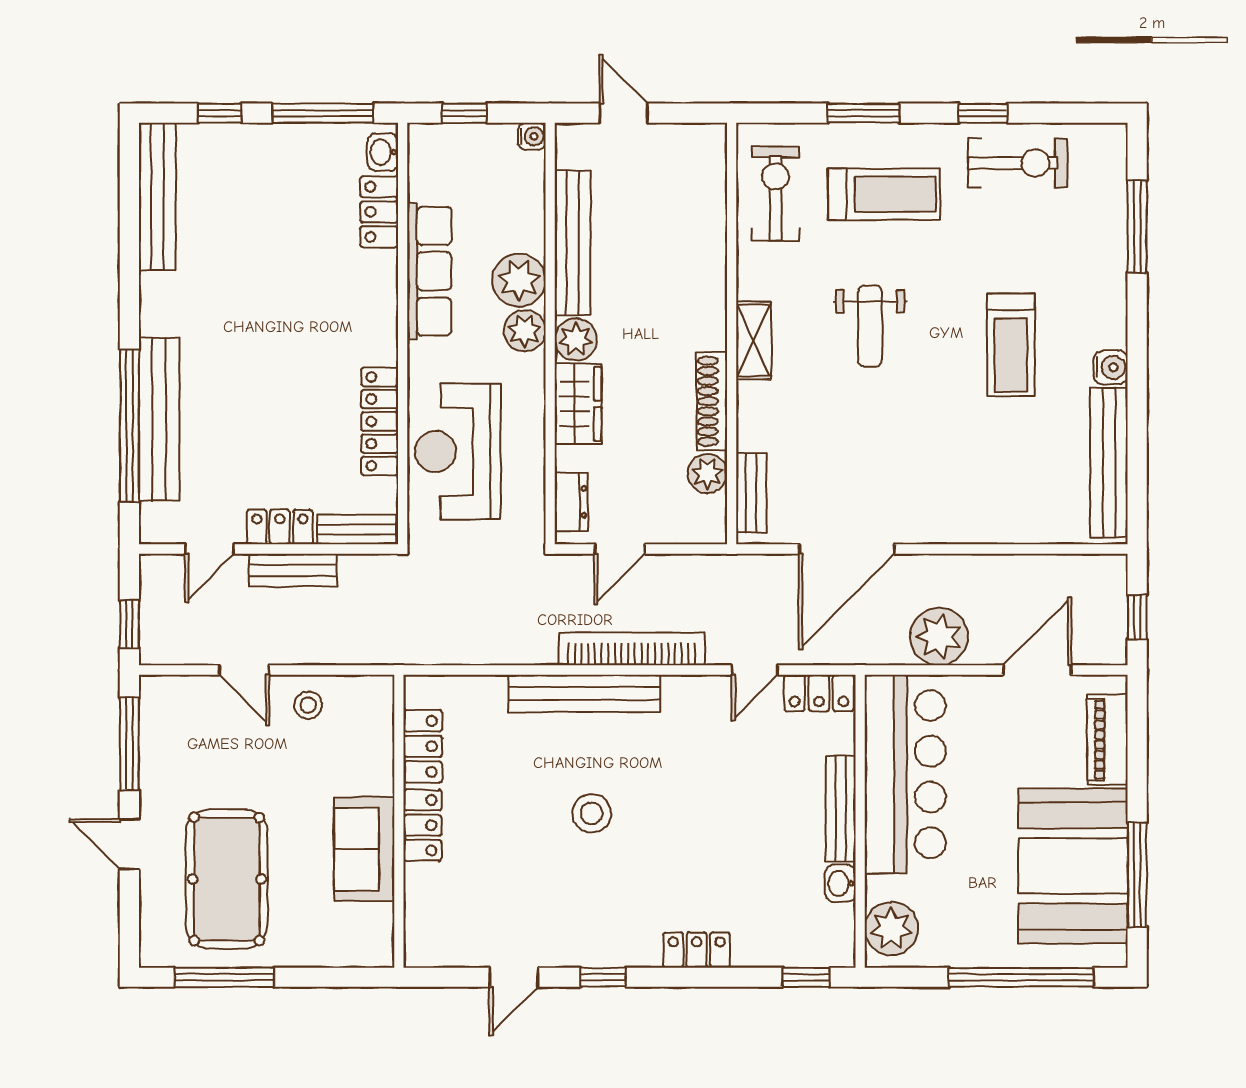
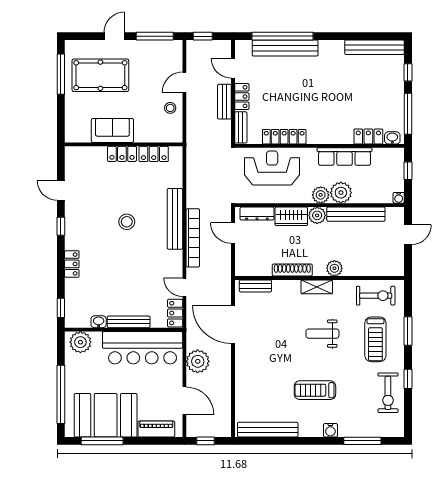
water cooler: (1111, 367) -> (330, 430), moved
plant: (707, 473) -> (334, 268), moved
dresser: (571, 502) -> (257, 214), width x1.44

